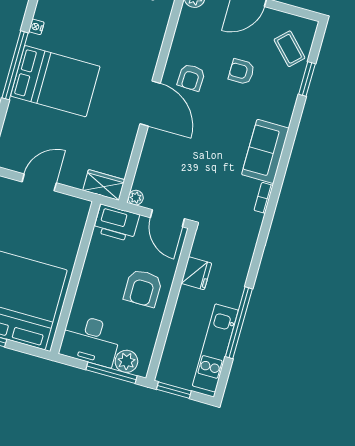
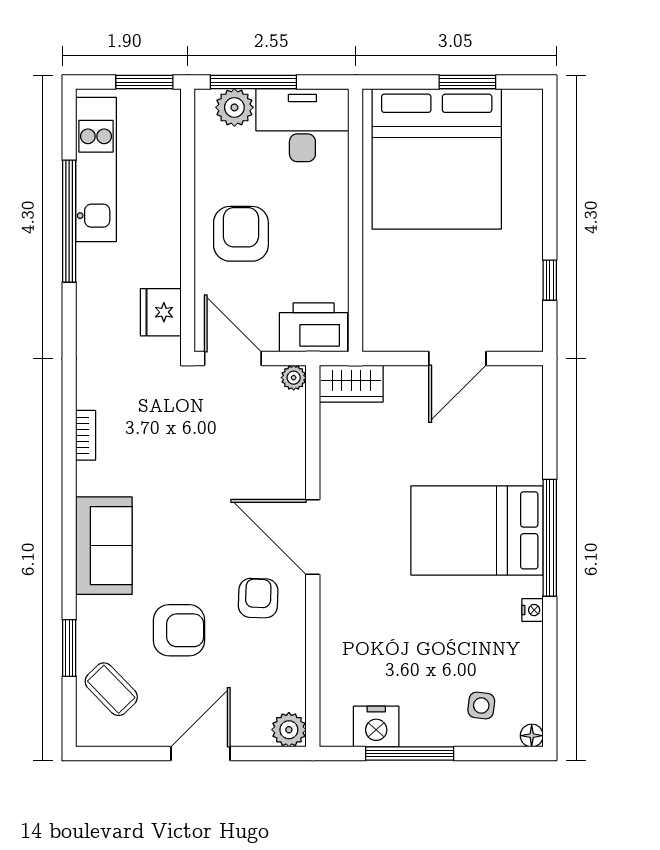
armchair: (241, 72) -> (179, 630), width x1.38, depth x1.38
sofa: (265, 151) -> (104, 546), moved
fridge: (196, 273) -> (161, 312), moved

